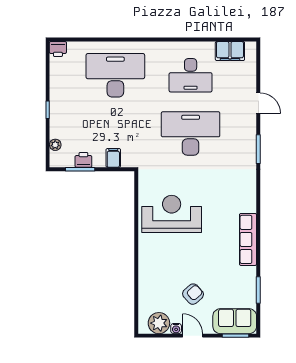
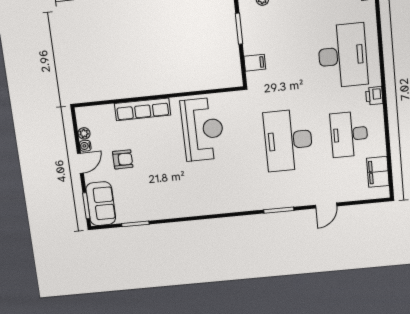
desk: (191, 133) -> (288, 140), turned 180
printer: (83, 160) -> (374, 96), moved, turned 180
row of seats: (248, 239) -> (143, 109), moved, turned 180
armchair: (193, 294) -> (123, 159), turned -48
plant: (159, 323) -> (84, 133), width x0.53, depth x0.53

